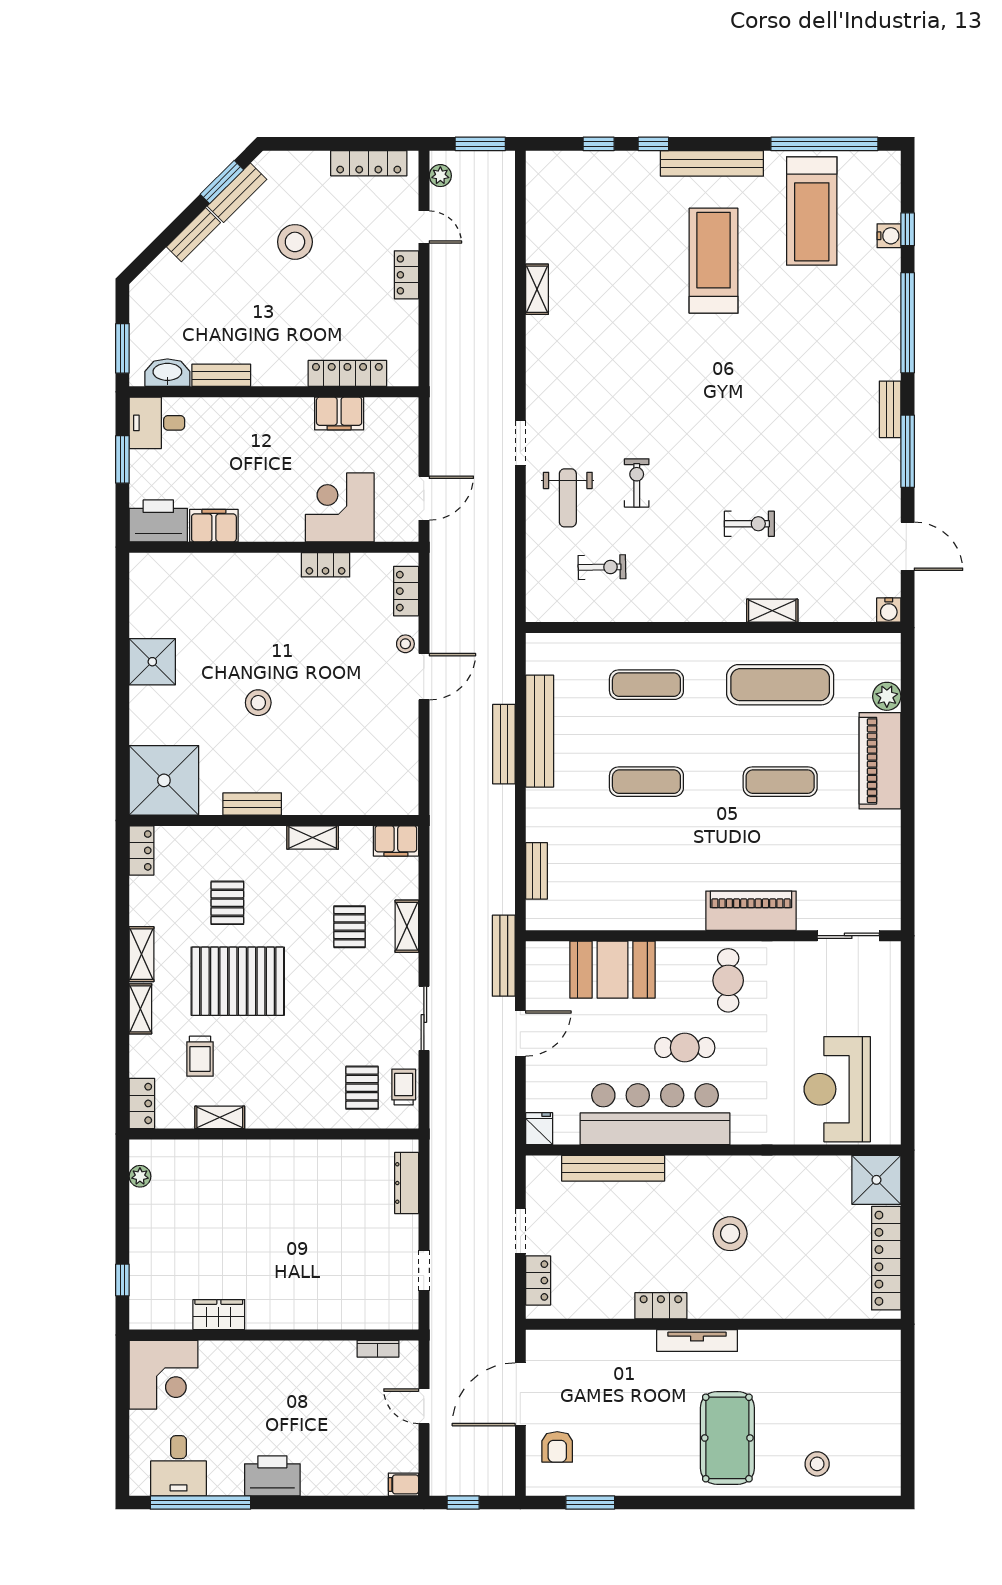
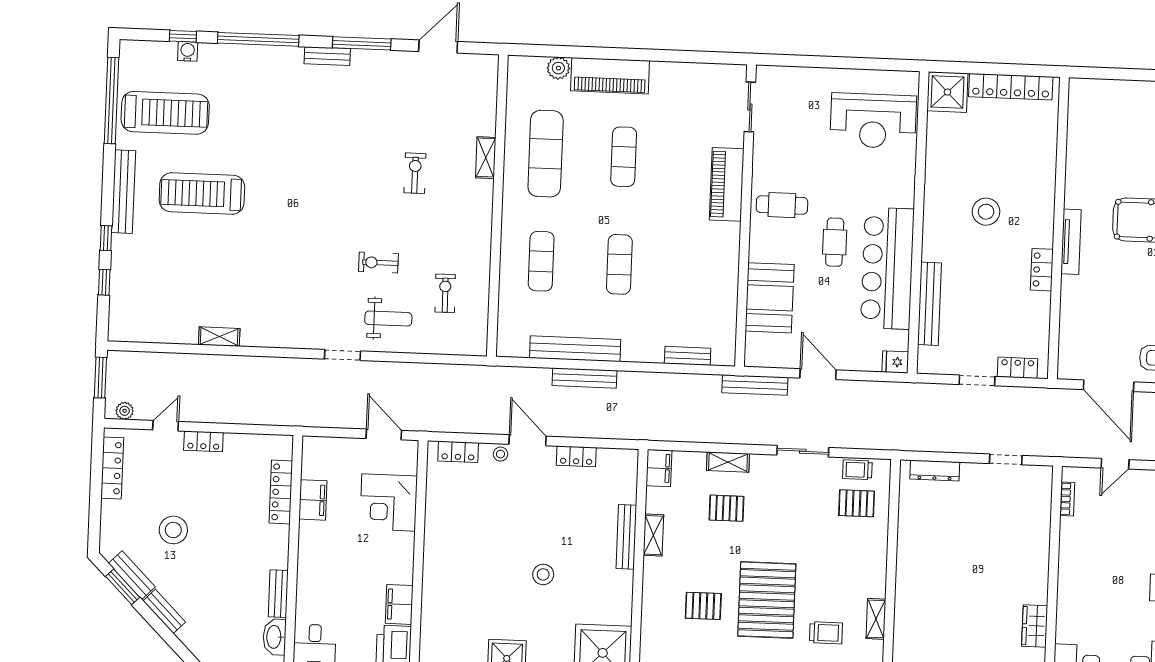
locker: (326, 565) -> (576, 456), moved, turned 90
water cooler: (889, 610) -> (489, 64), removed
bench: (252, 804) -> (626, 537), moved, width x1.36

